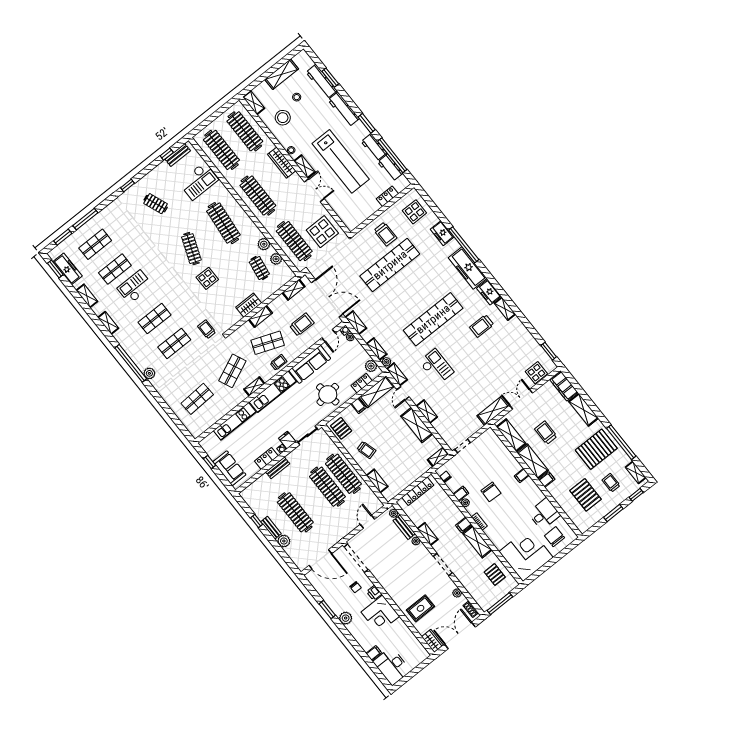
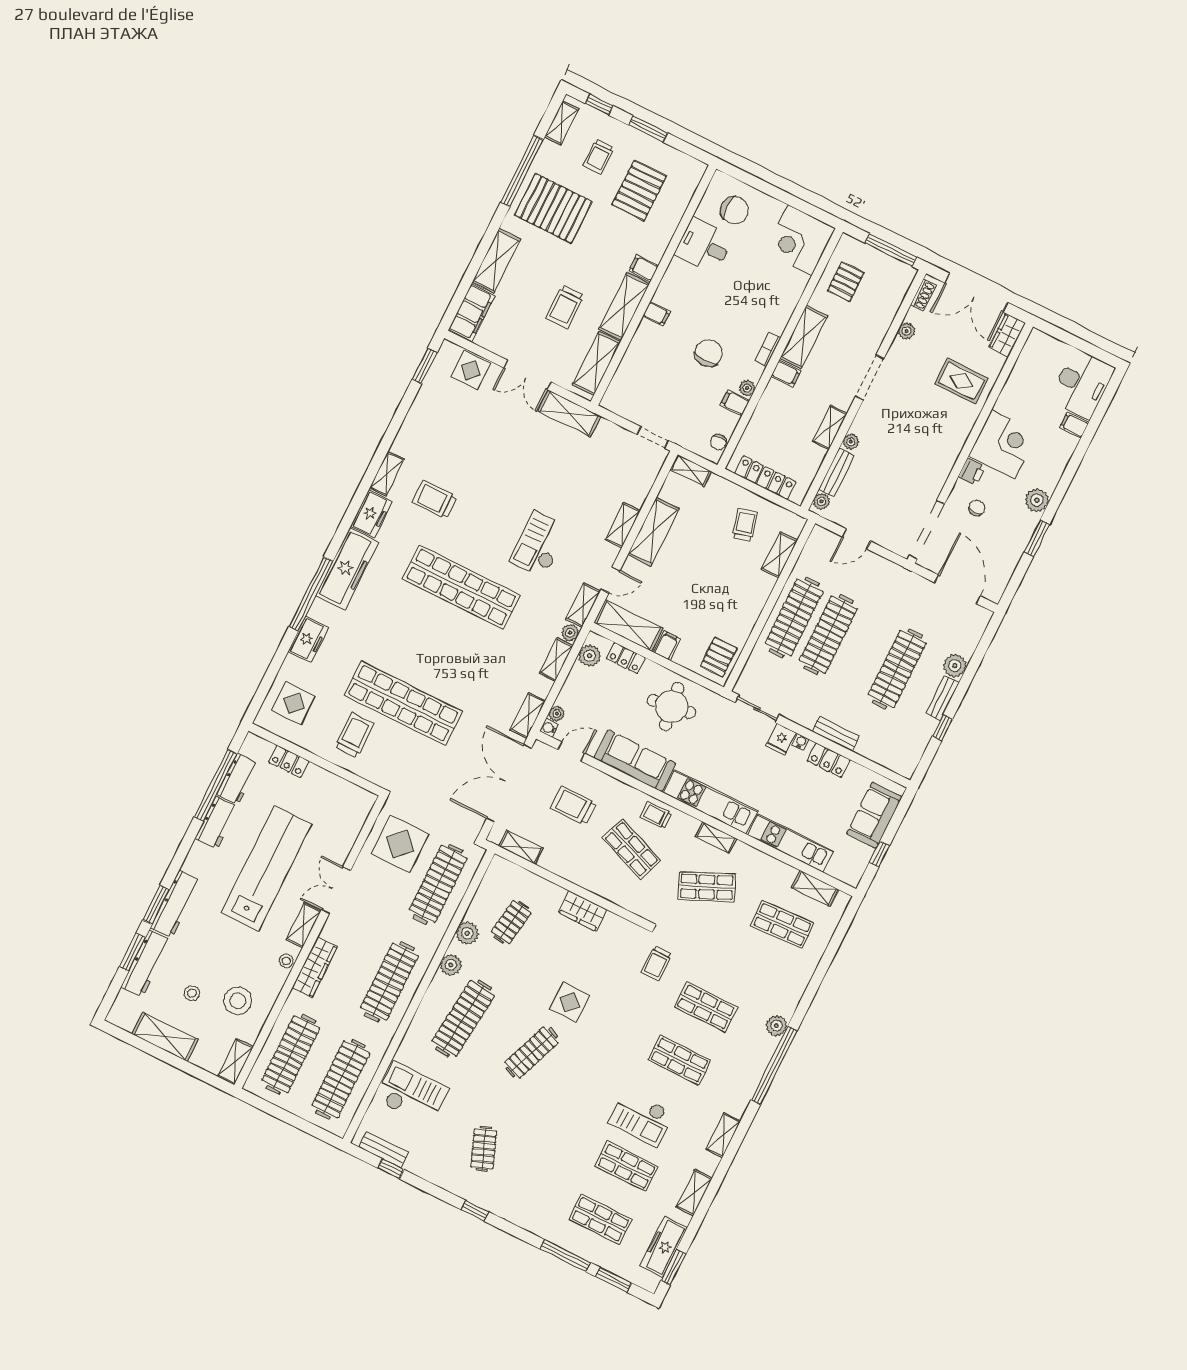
window: (367, 123) -> (156, 905), moved
plant: (276, 259) -> (451, 965), moved
shelving: (260, 316) -> (815, 888), moved
trolley: (482, 326) -> (435, 500), turned 180
trolley: (366, 450) -> (745, 525), moved
chair: (555, 537) -> (734, 210), turned -90
corner desk: (526, 554) -> (800, 240), width x0.74, depth x0.74

